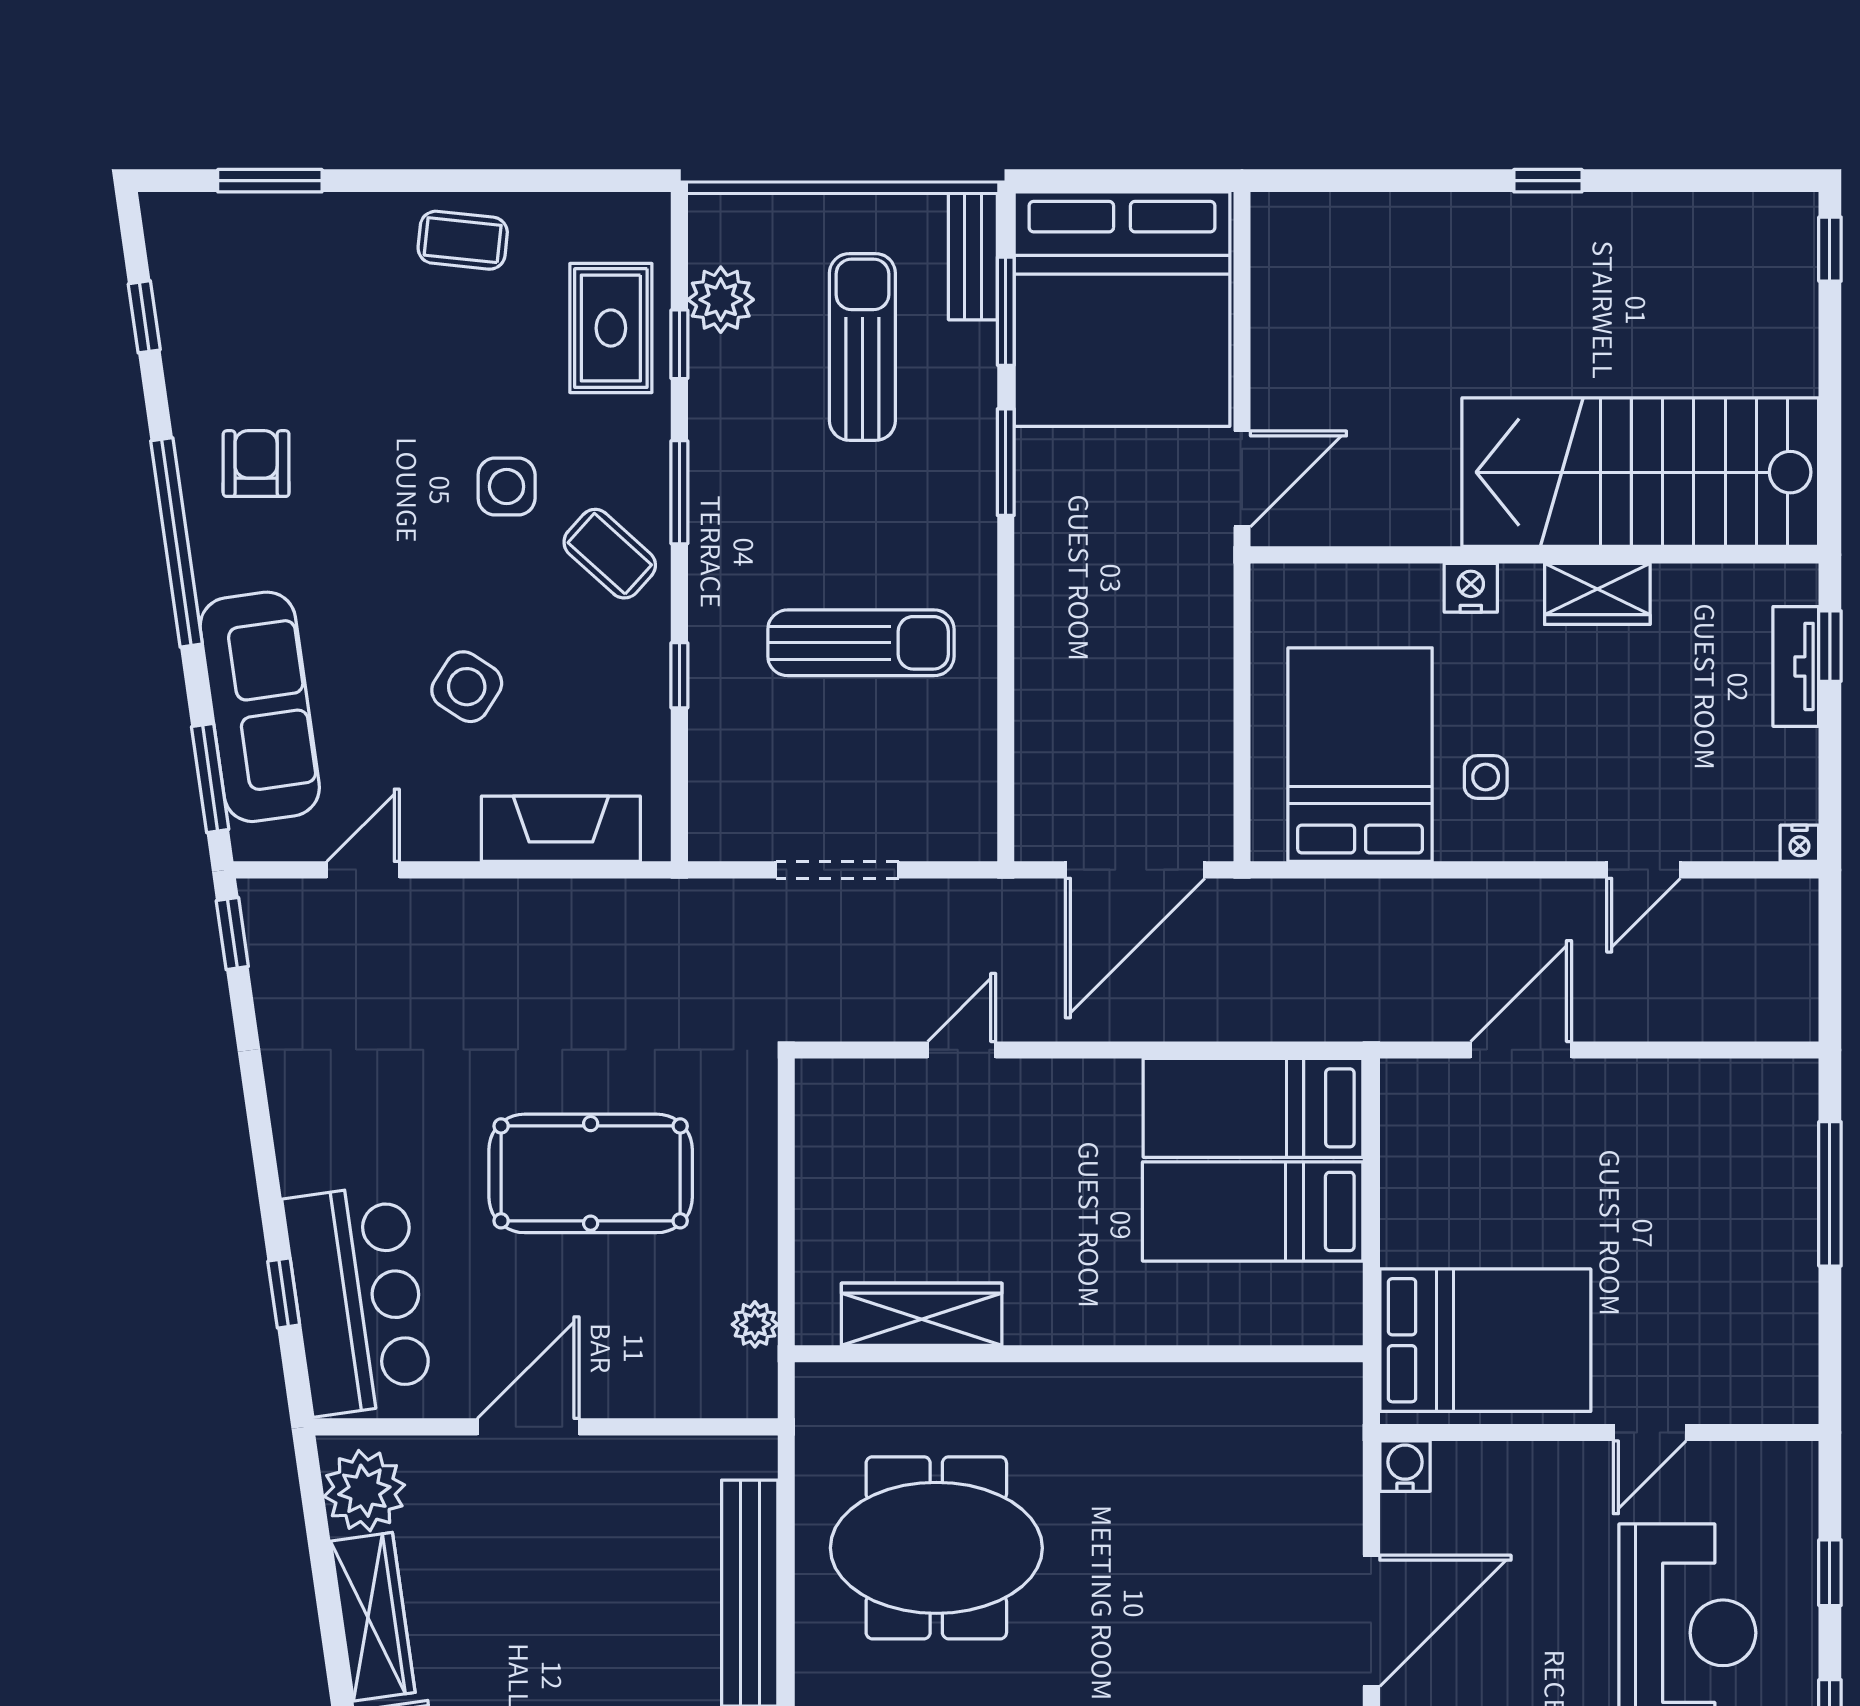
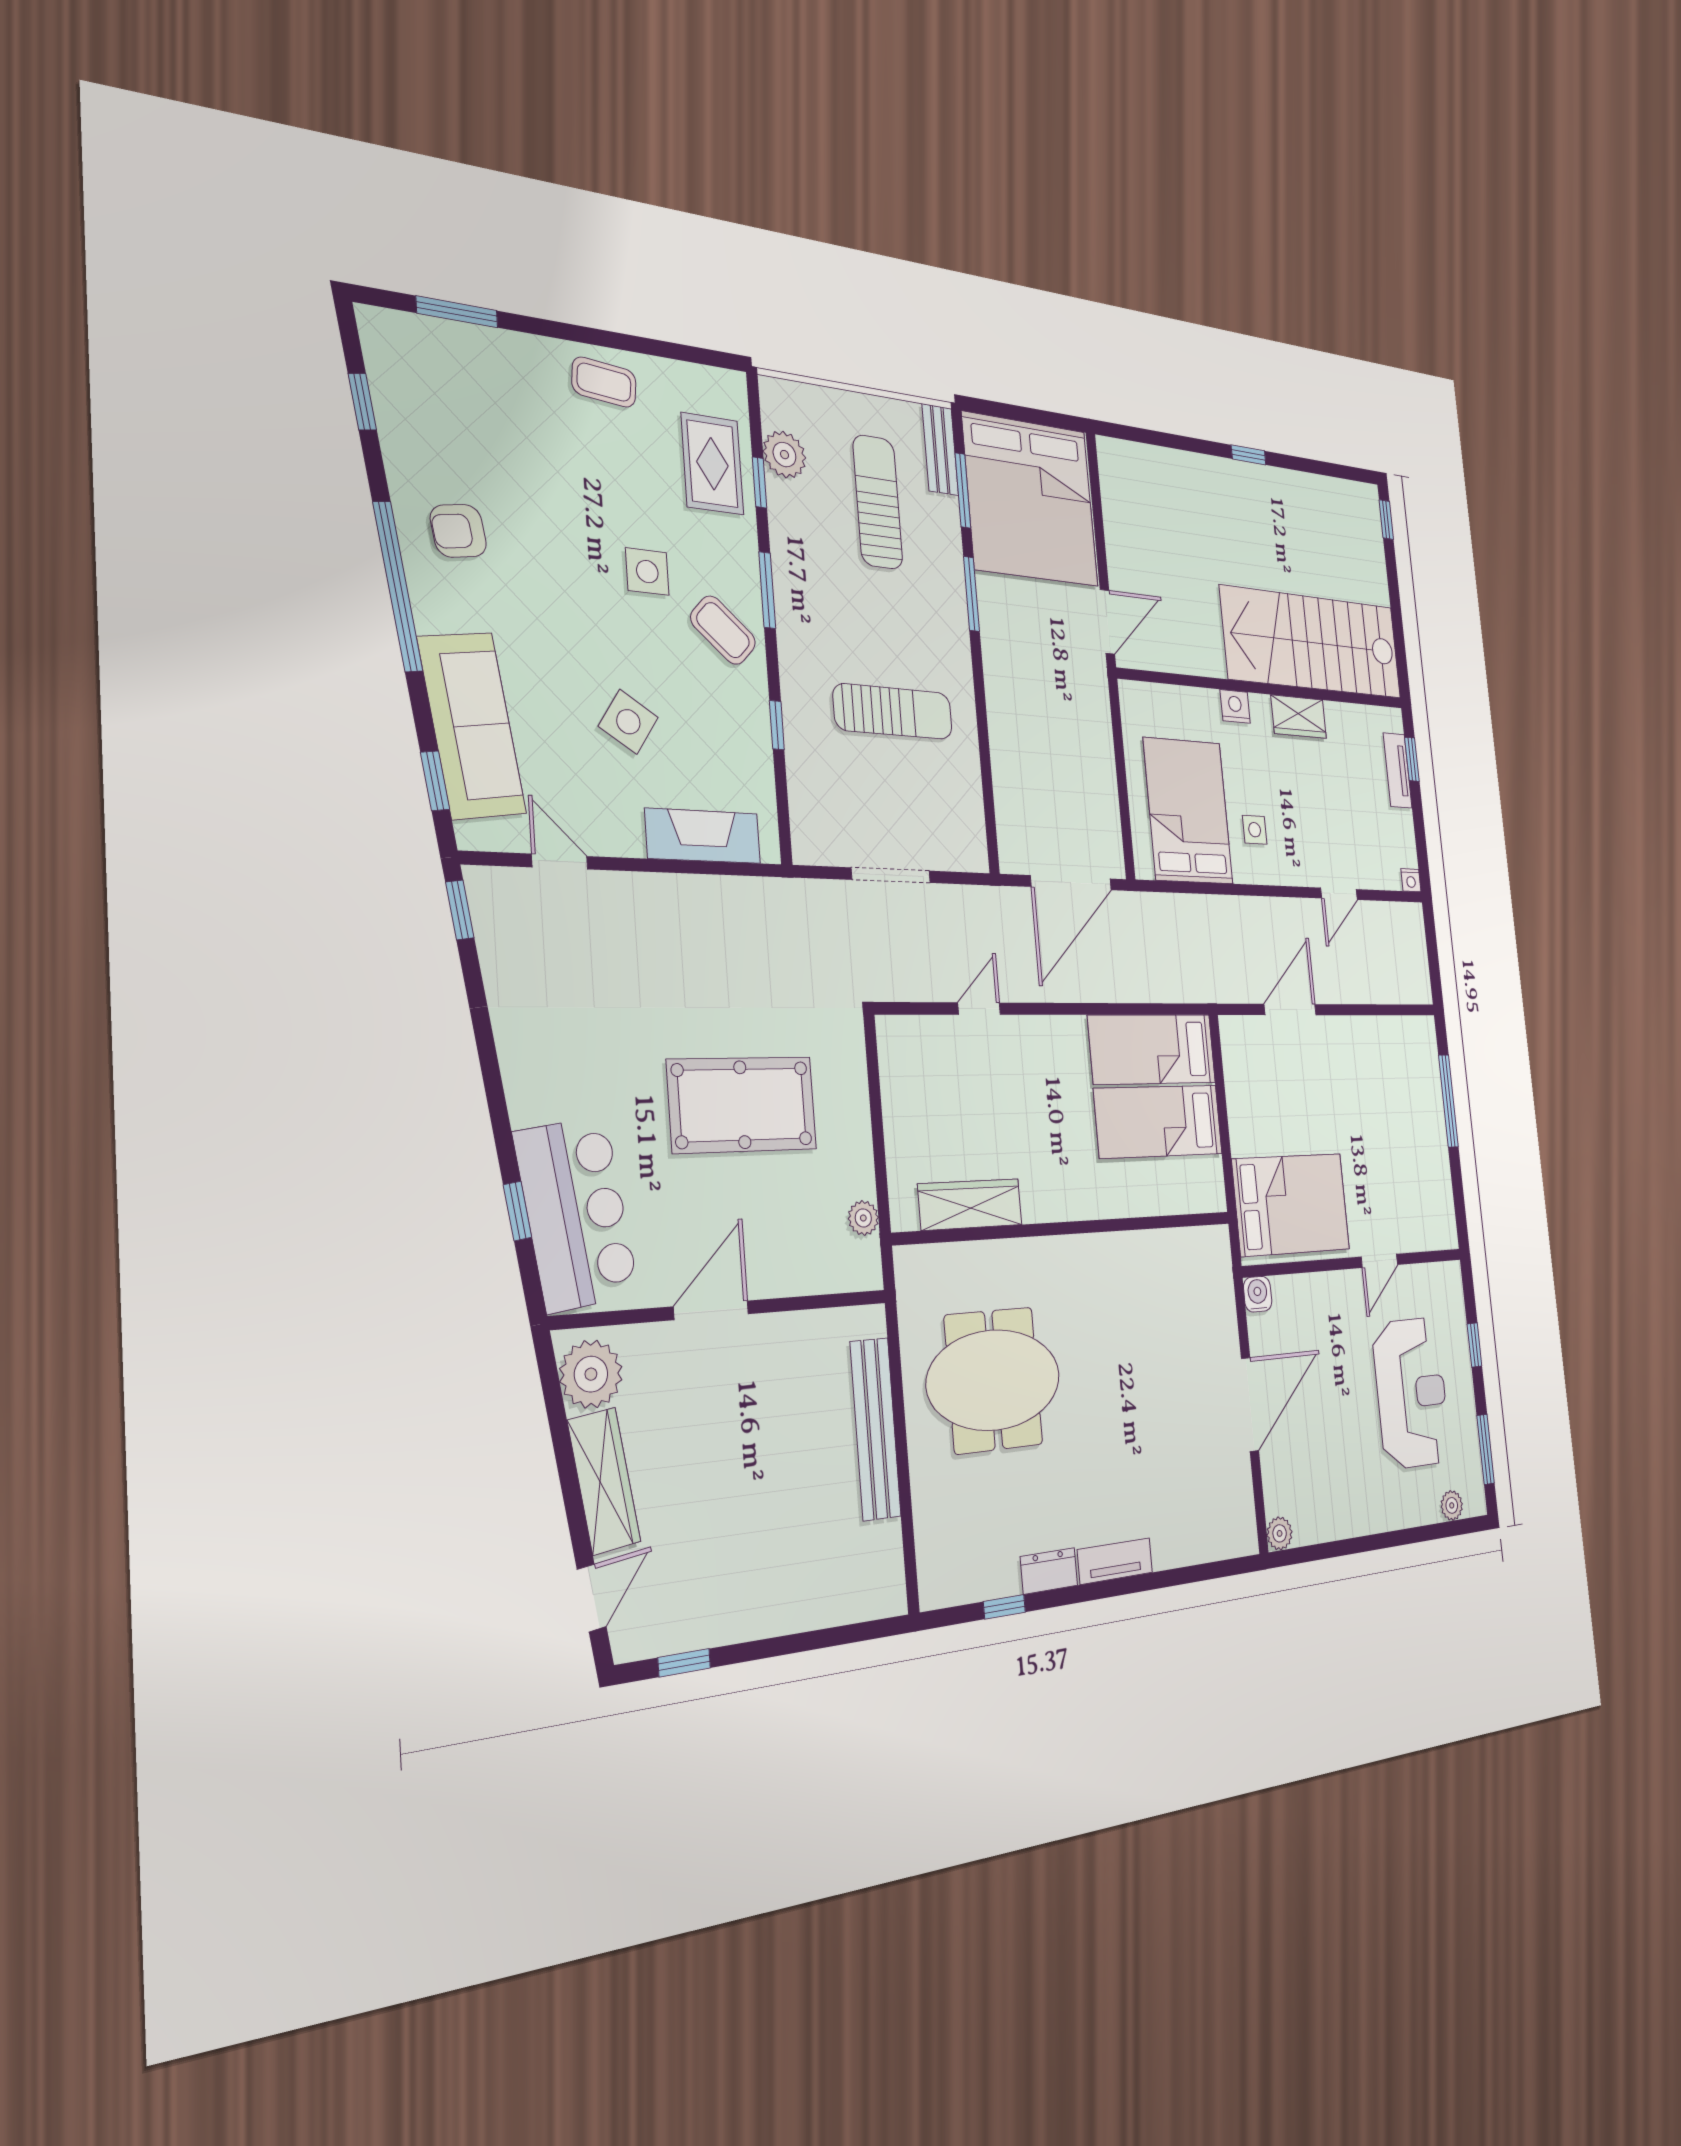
armchair: (256, 464) -> (458, 531), turned -99
window: (210, 778) -> (435, 781), width x0.67
door: (363, 870) -> (560, 862), hinge flipped

